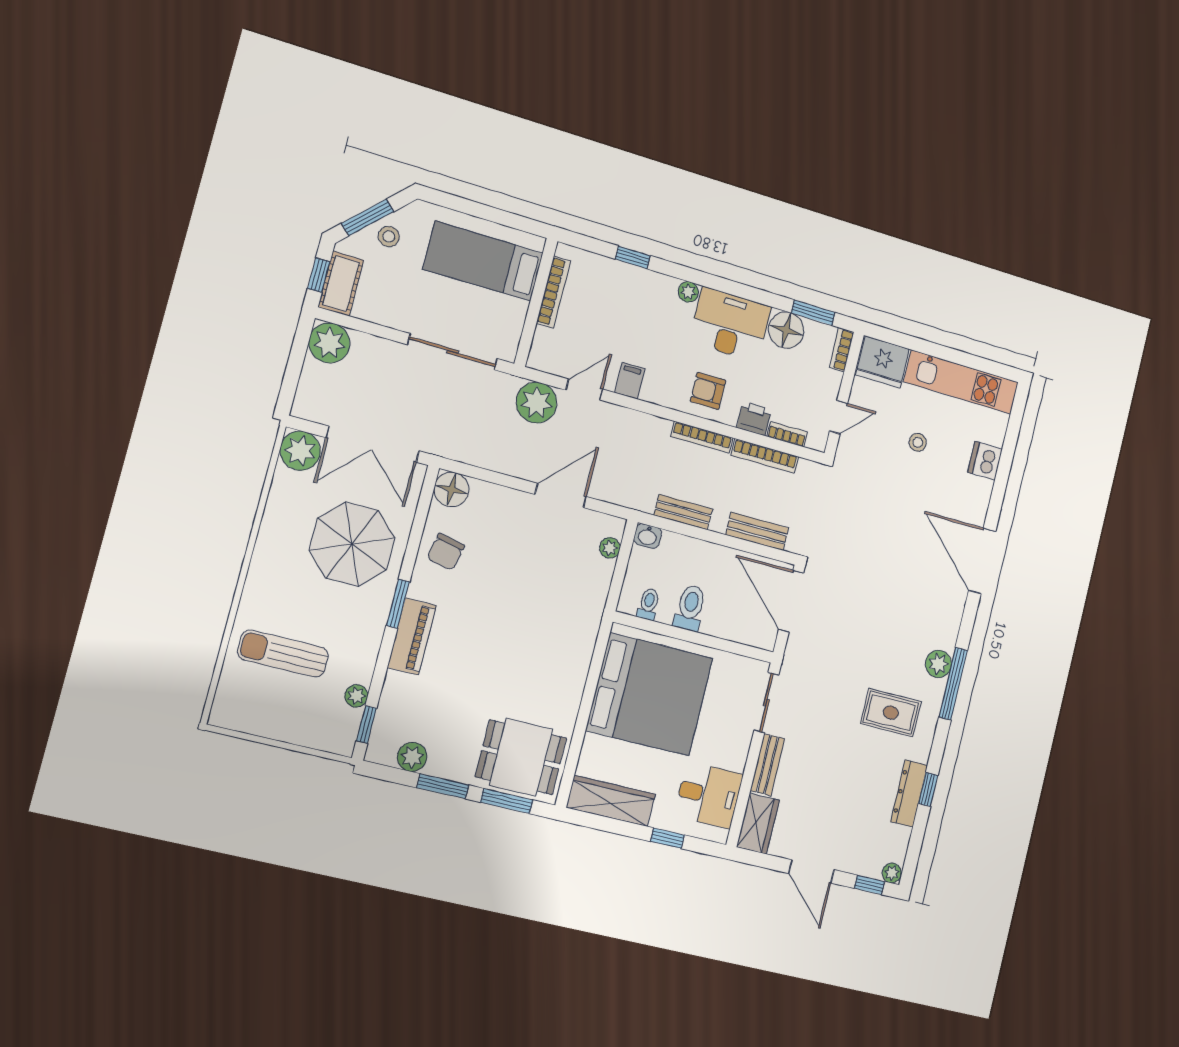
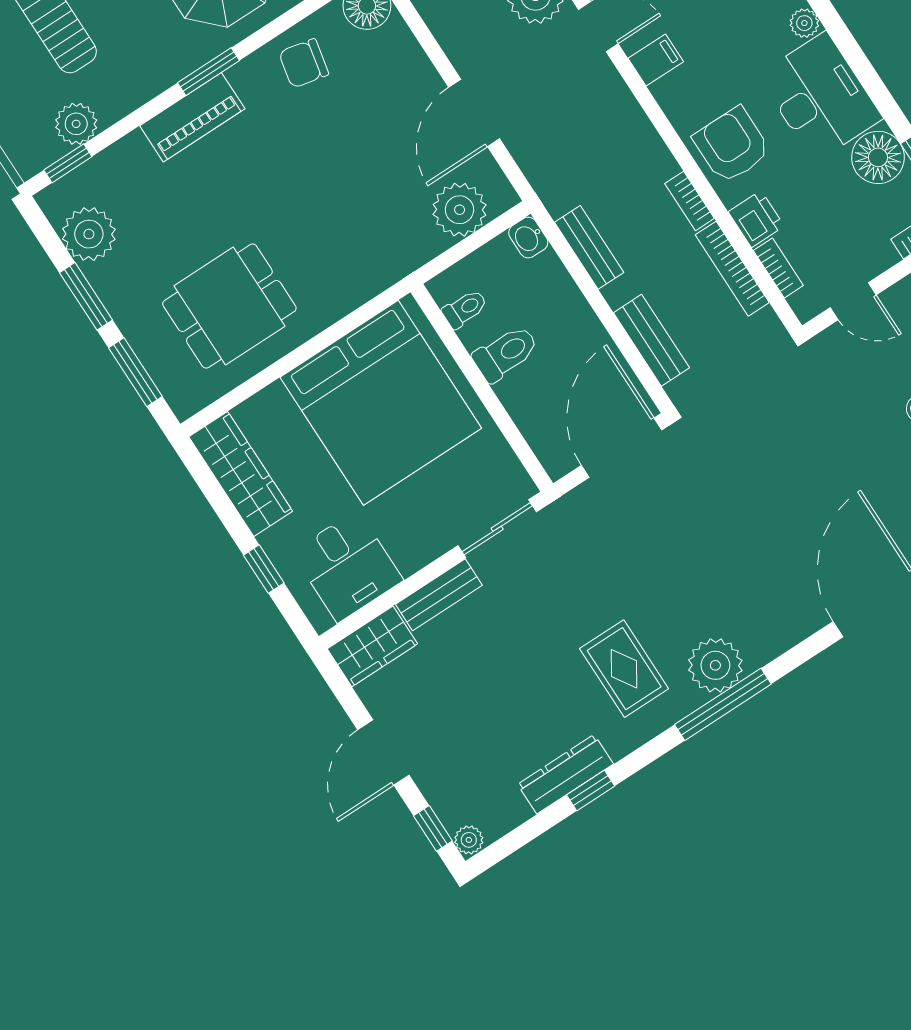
armchair: (708, 391) -> (732, 145), width x1.38, depth x1.38
bookcase: (702, 437) -> (690, 201), width x0.64
door: (561, 495) -> (474, 113), swing flipped
plant: (610, 548) -> (460, 210), width x1.88, depth x1.88
plant: (938, 664) -> (715, 665), width x1.36, depth x1.36
plant: (356, 696) -> (76, 124), width x1.38, depth x1.38
plant: (412, 757) -> (89, 234), width x1.36, depth x1.36
dining table: (521, 757) -> (229, 306), moved, turned 90

